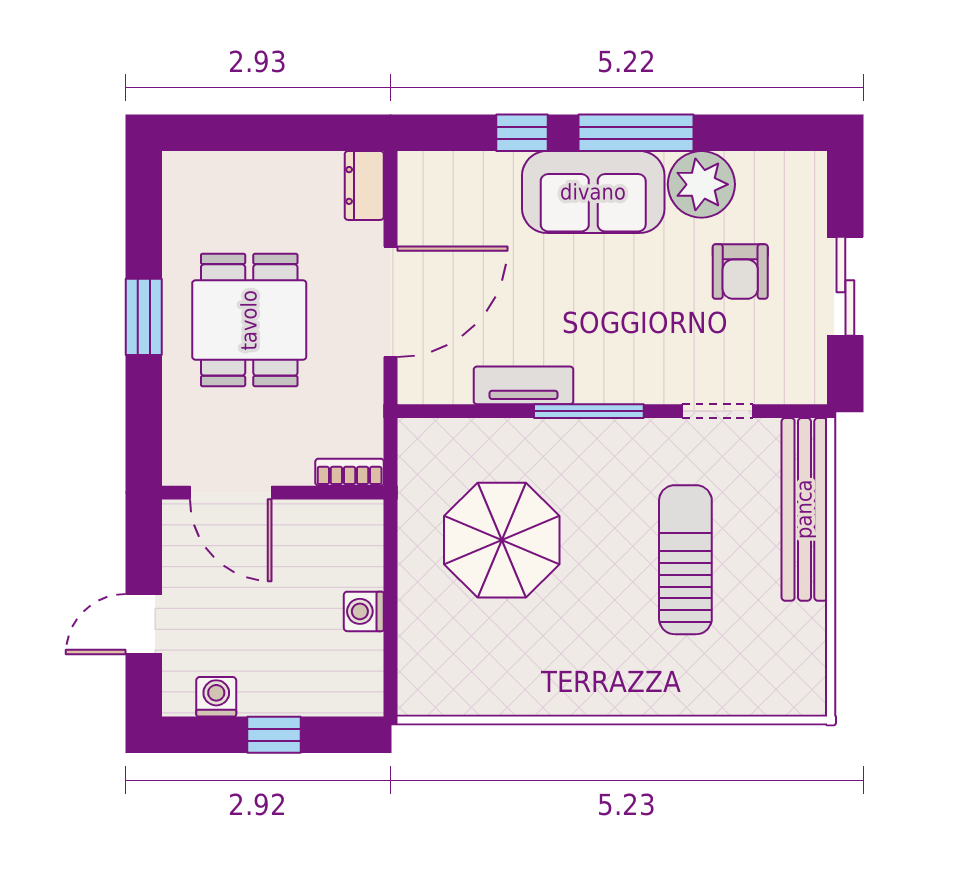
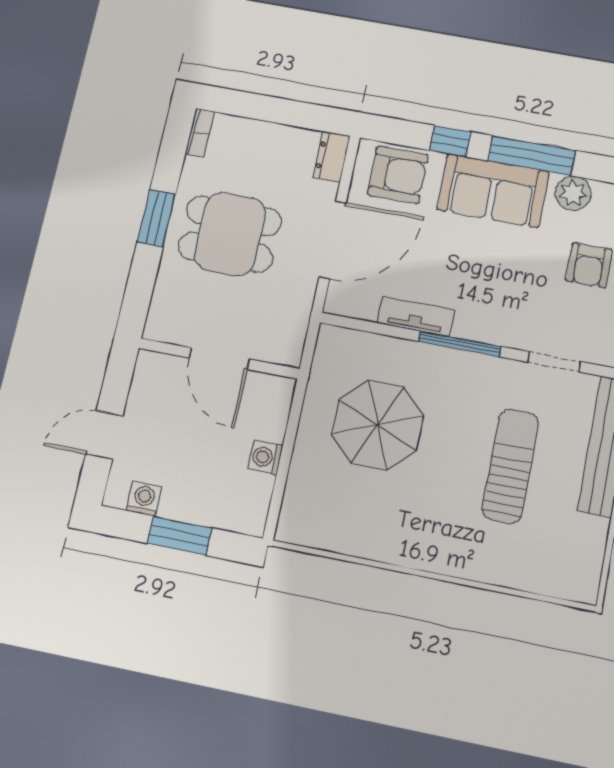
plant: (701, 184) -> (573, 193), width x0.73, depth x0.73
armchair: (460, 194) -> (398, 175), added
dining table: (249, 320) -> (230, 234), turned 90
bookcase: (350, 472) -> (200, 133), moved, turned 90
door: (231, 493) -> (219, 358), moved
window: (274, 735) -> (179, 536), width x1.50

